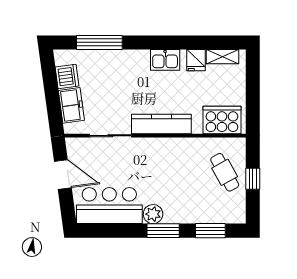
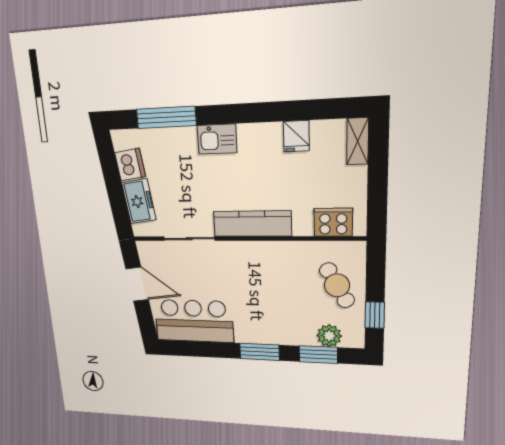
shelving: (222, 57) -> (358, 141), moved, turned 90
kitchen sink: (165, 60) -> (217, 139), moved
cooker: (222, 120) -> (333, 222), width x0.73, depth x0.76
window: (253, 179) -> (375, 315), moved
plant: (153, 214) -> (329, 336), moved

